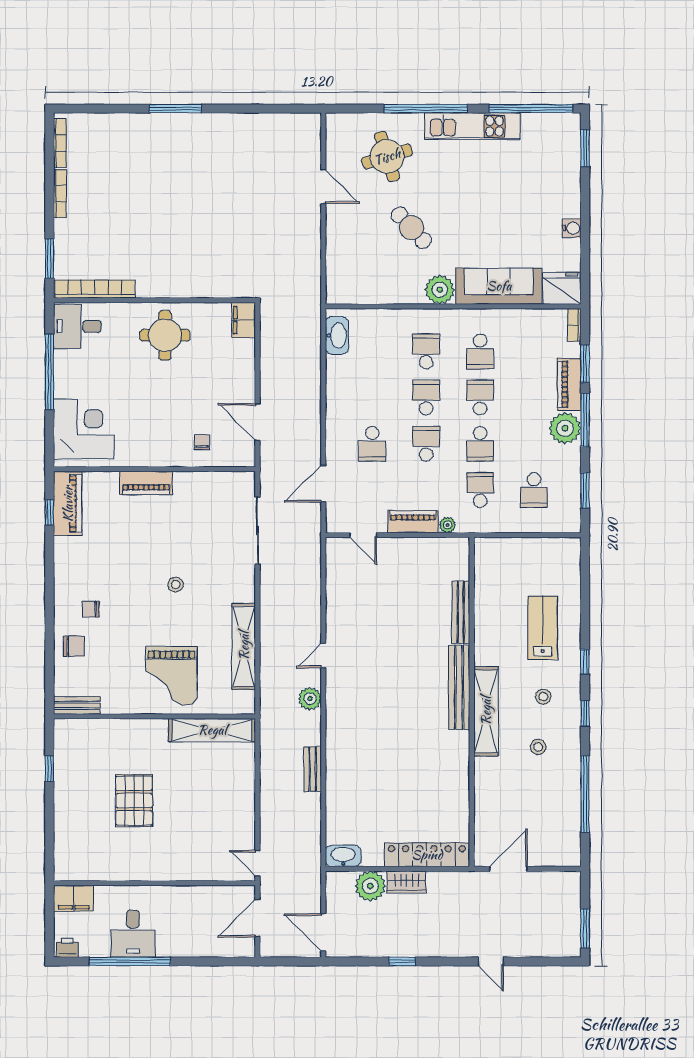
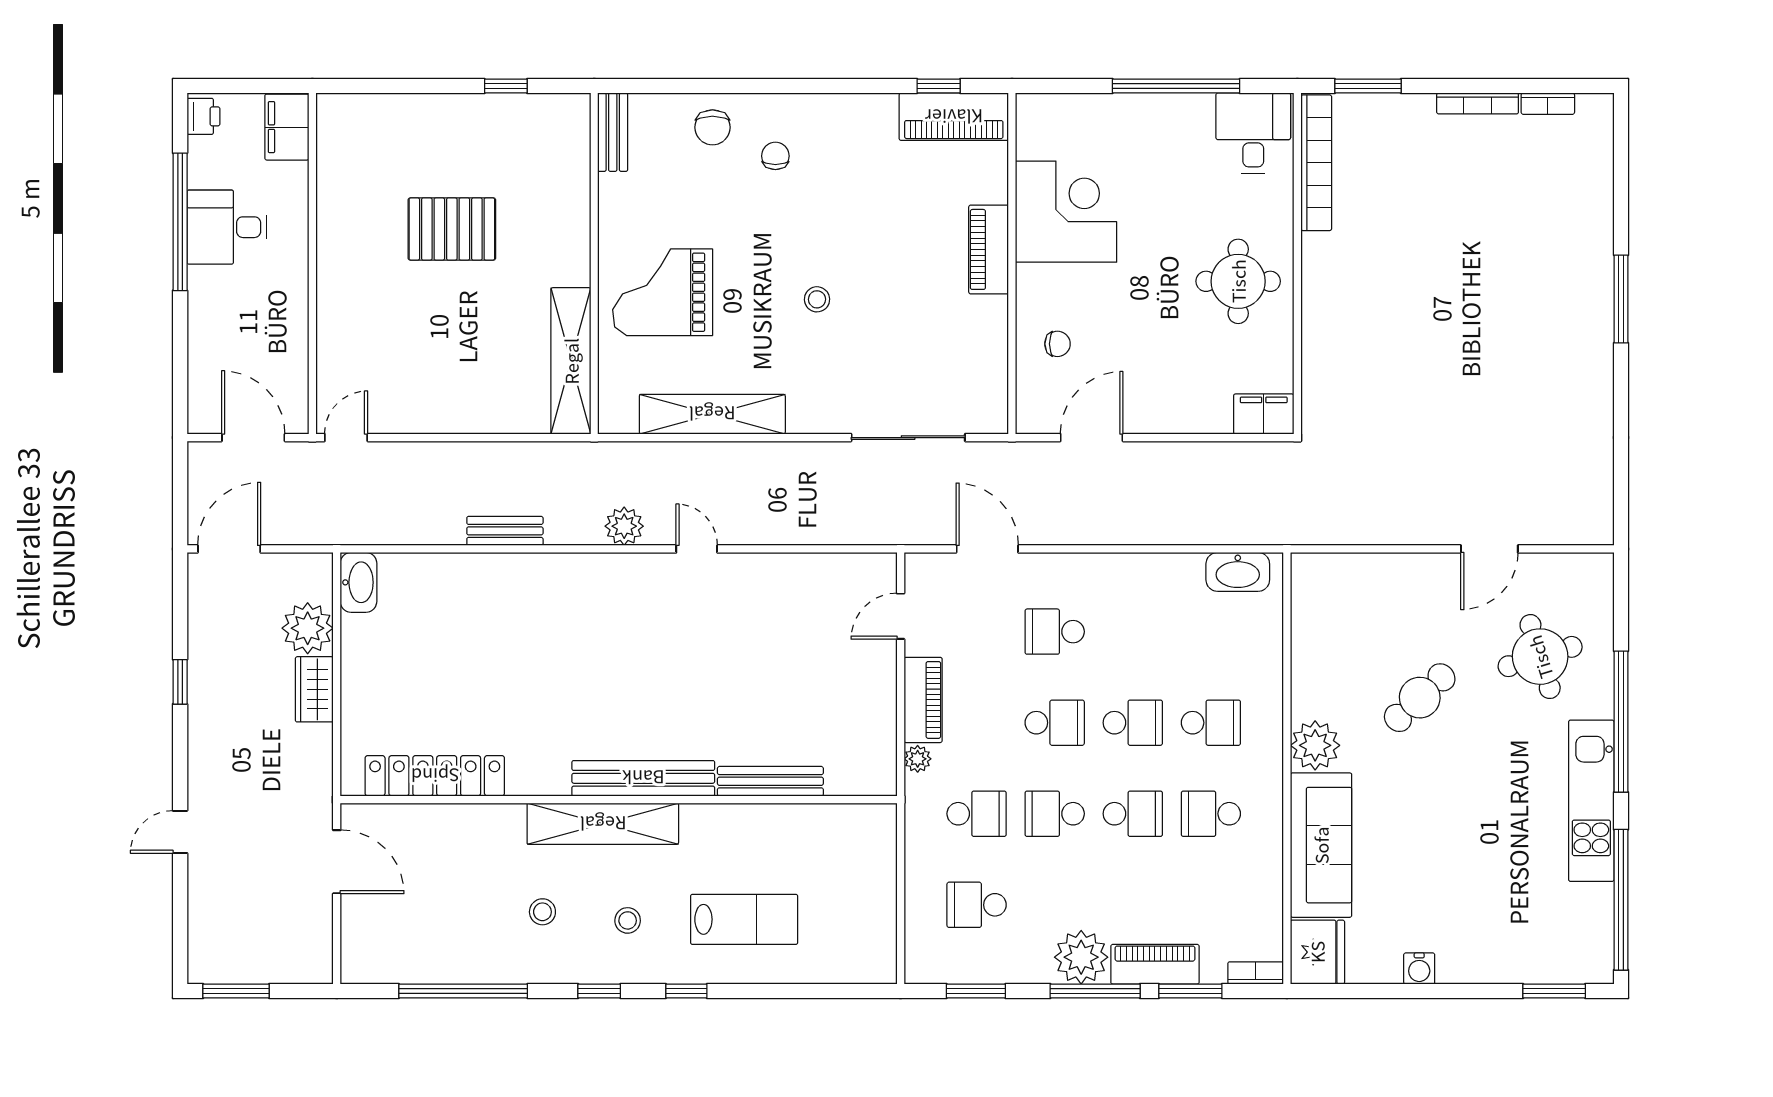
bookcase: (60, 143) -> (1548, 104), width x0.64
corner desk: (83, 429) -> (1066, 212), moved, turned -90
locker: (427, 855) -> (435, 776), moved, turned -90

